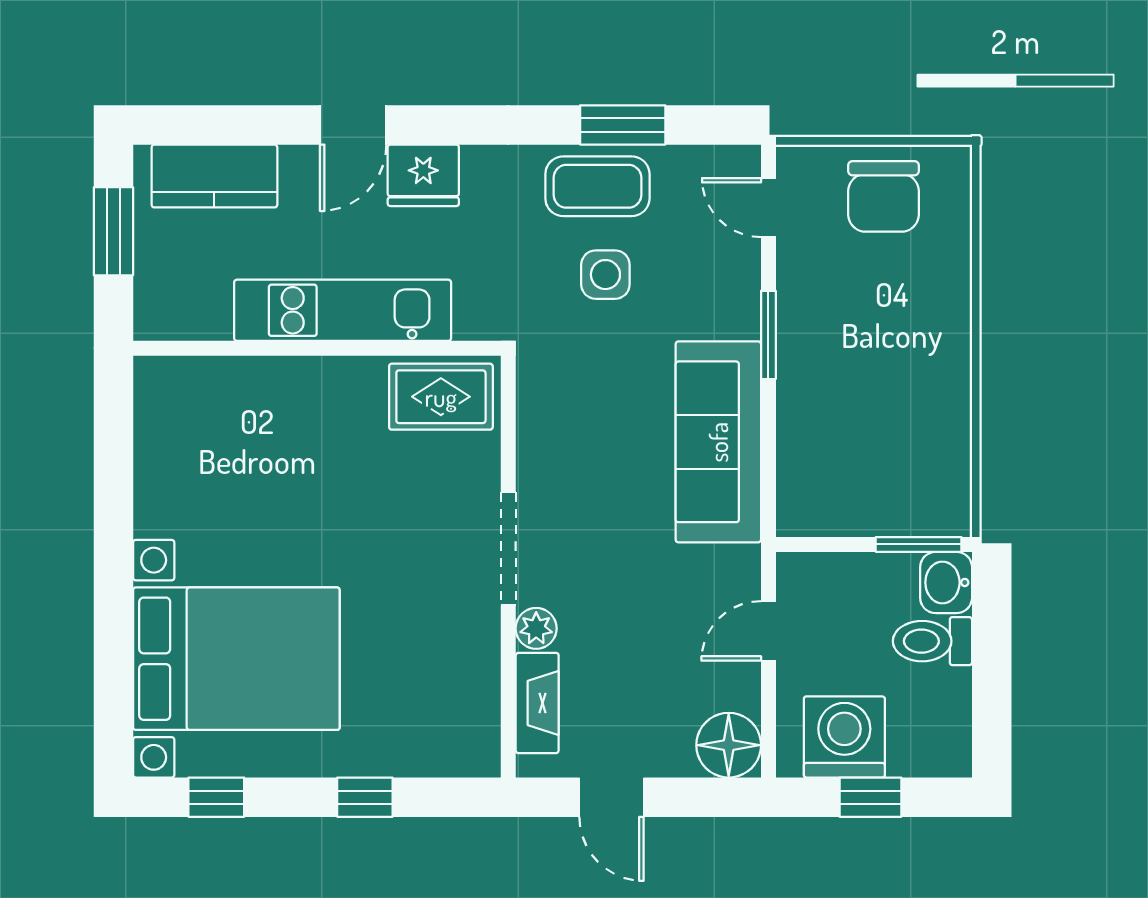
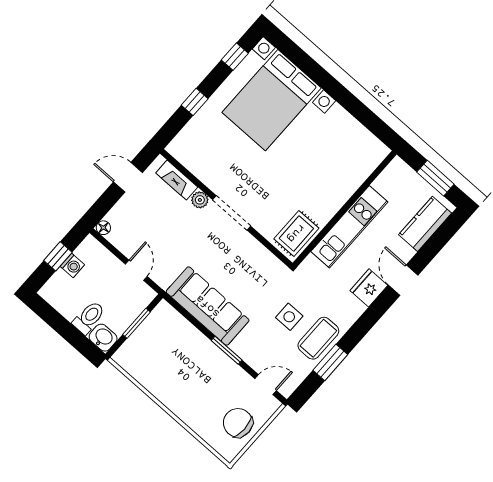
window: (919, 544) -> (136, 323), moved
washing machine: (844, 737) -> (72, 265), width x0.53, depth x0.53
floor lamp: (729, 745) -> (103, 228), width x0.53, depth x0.53

